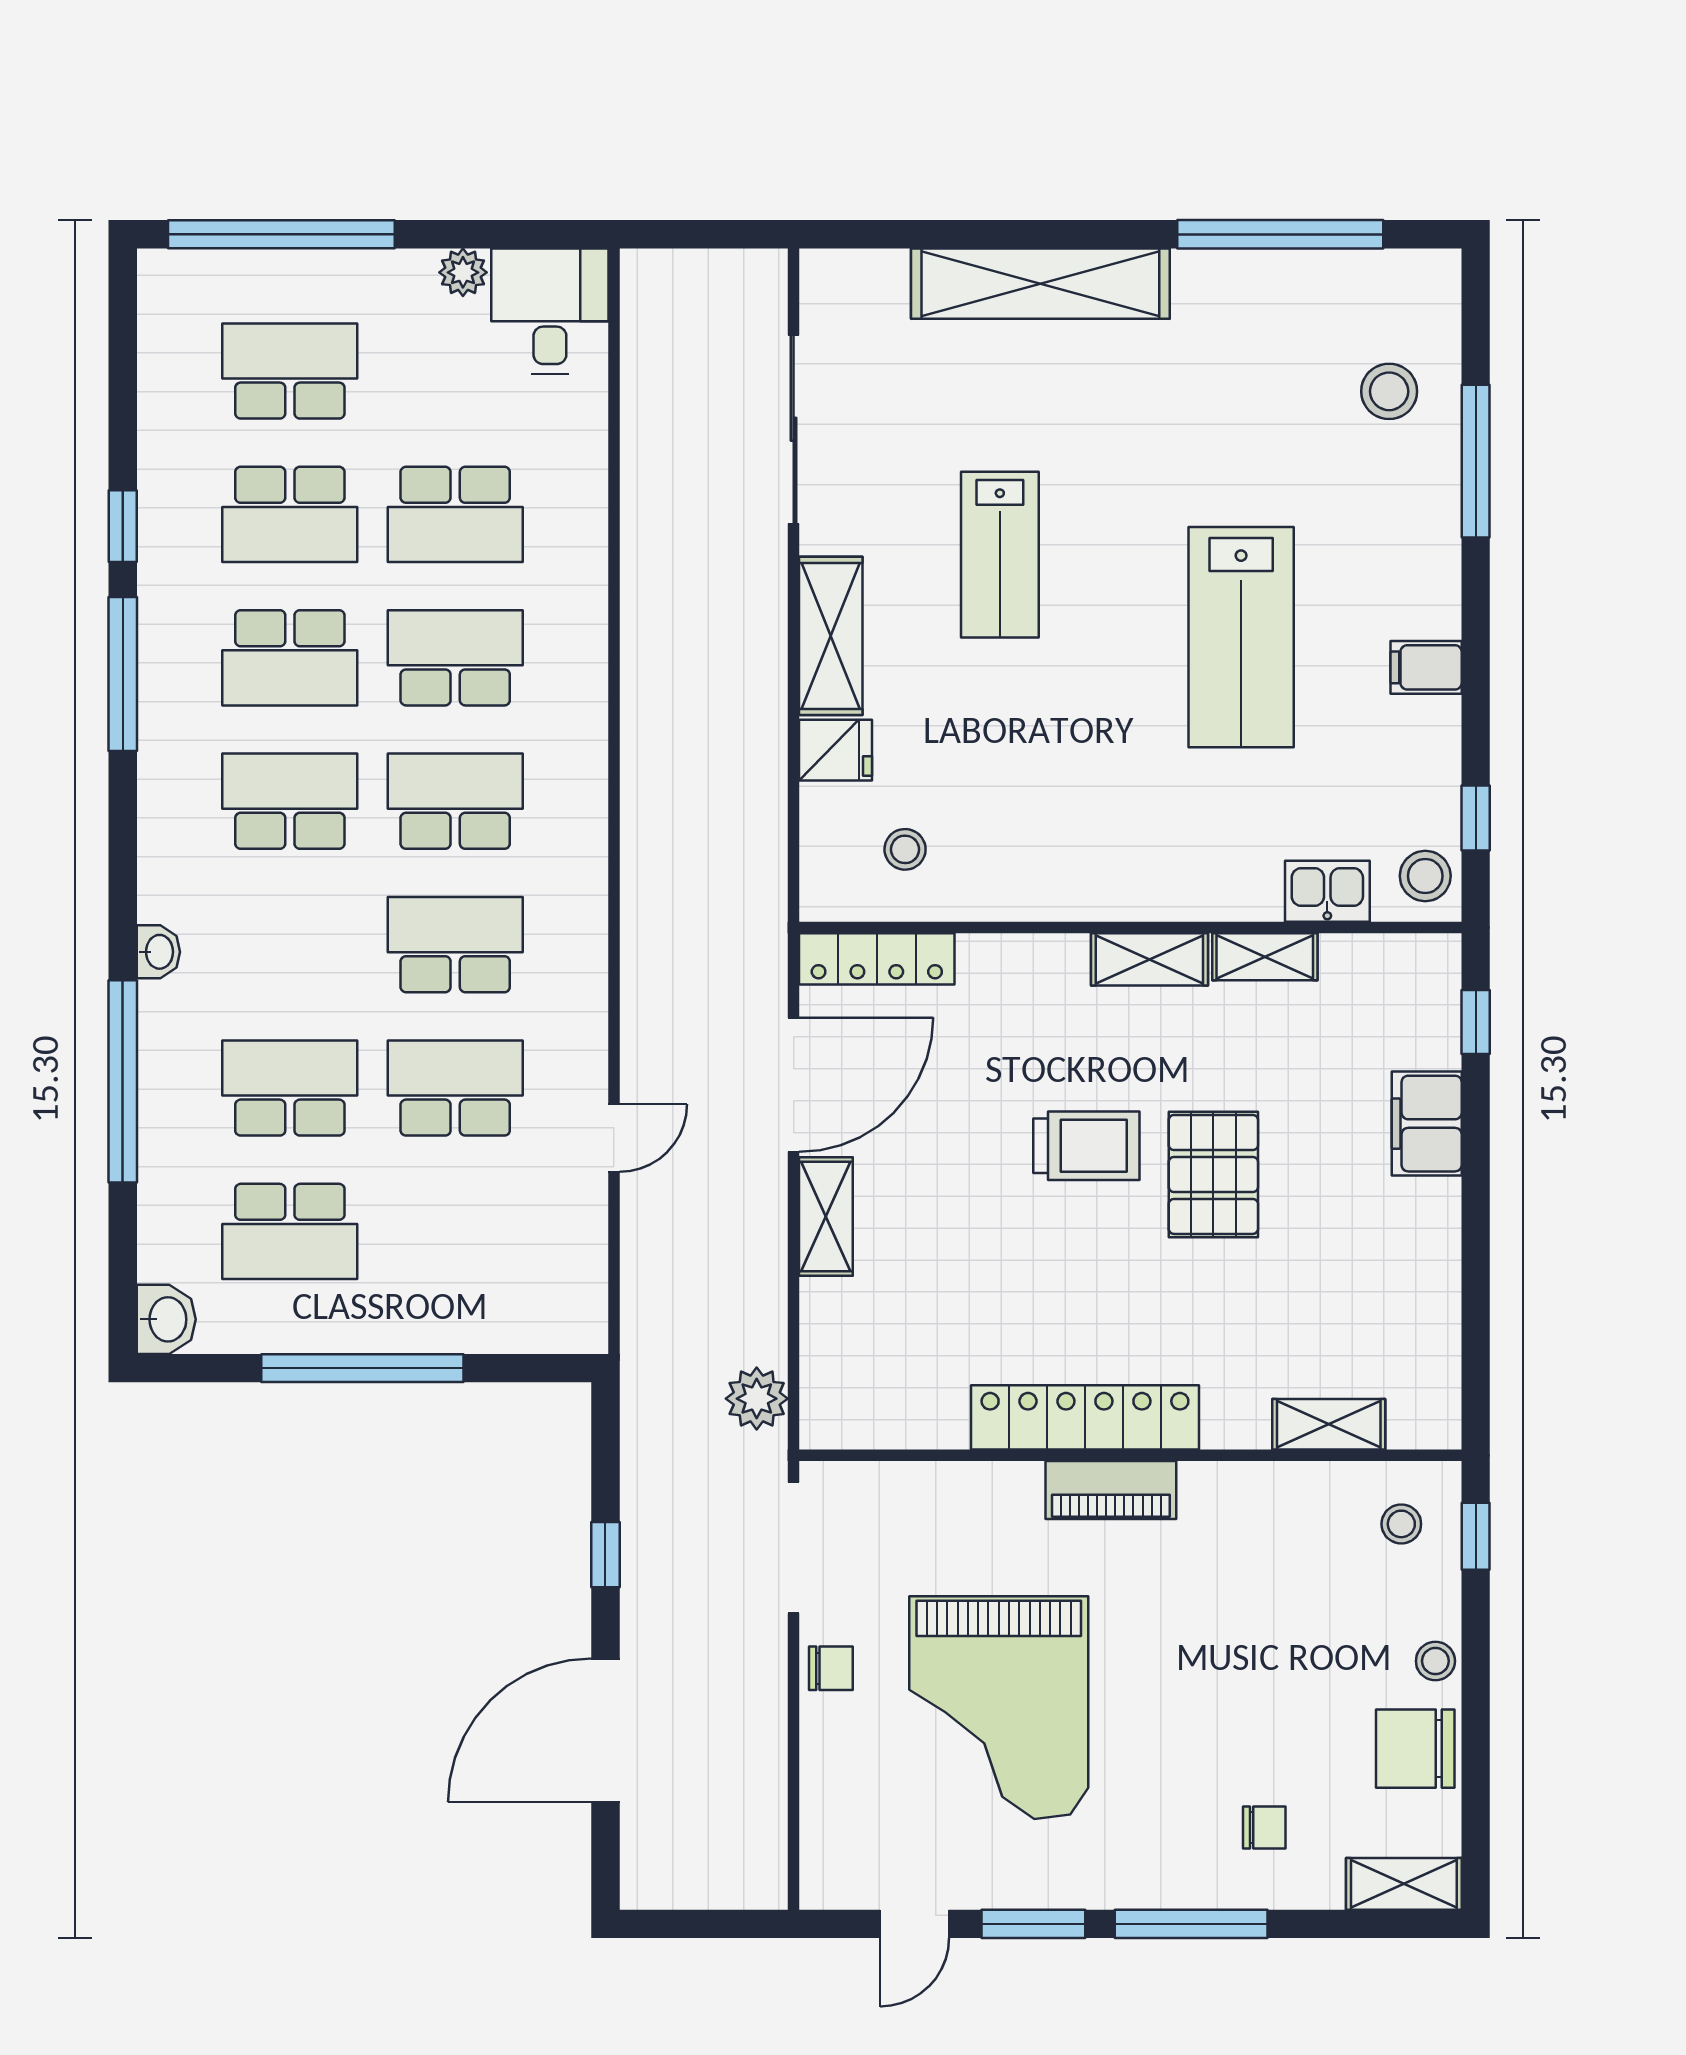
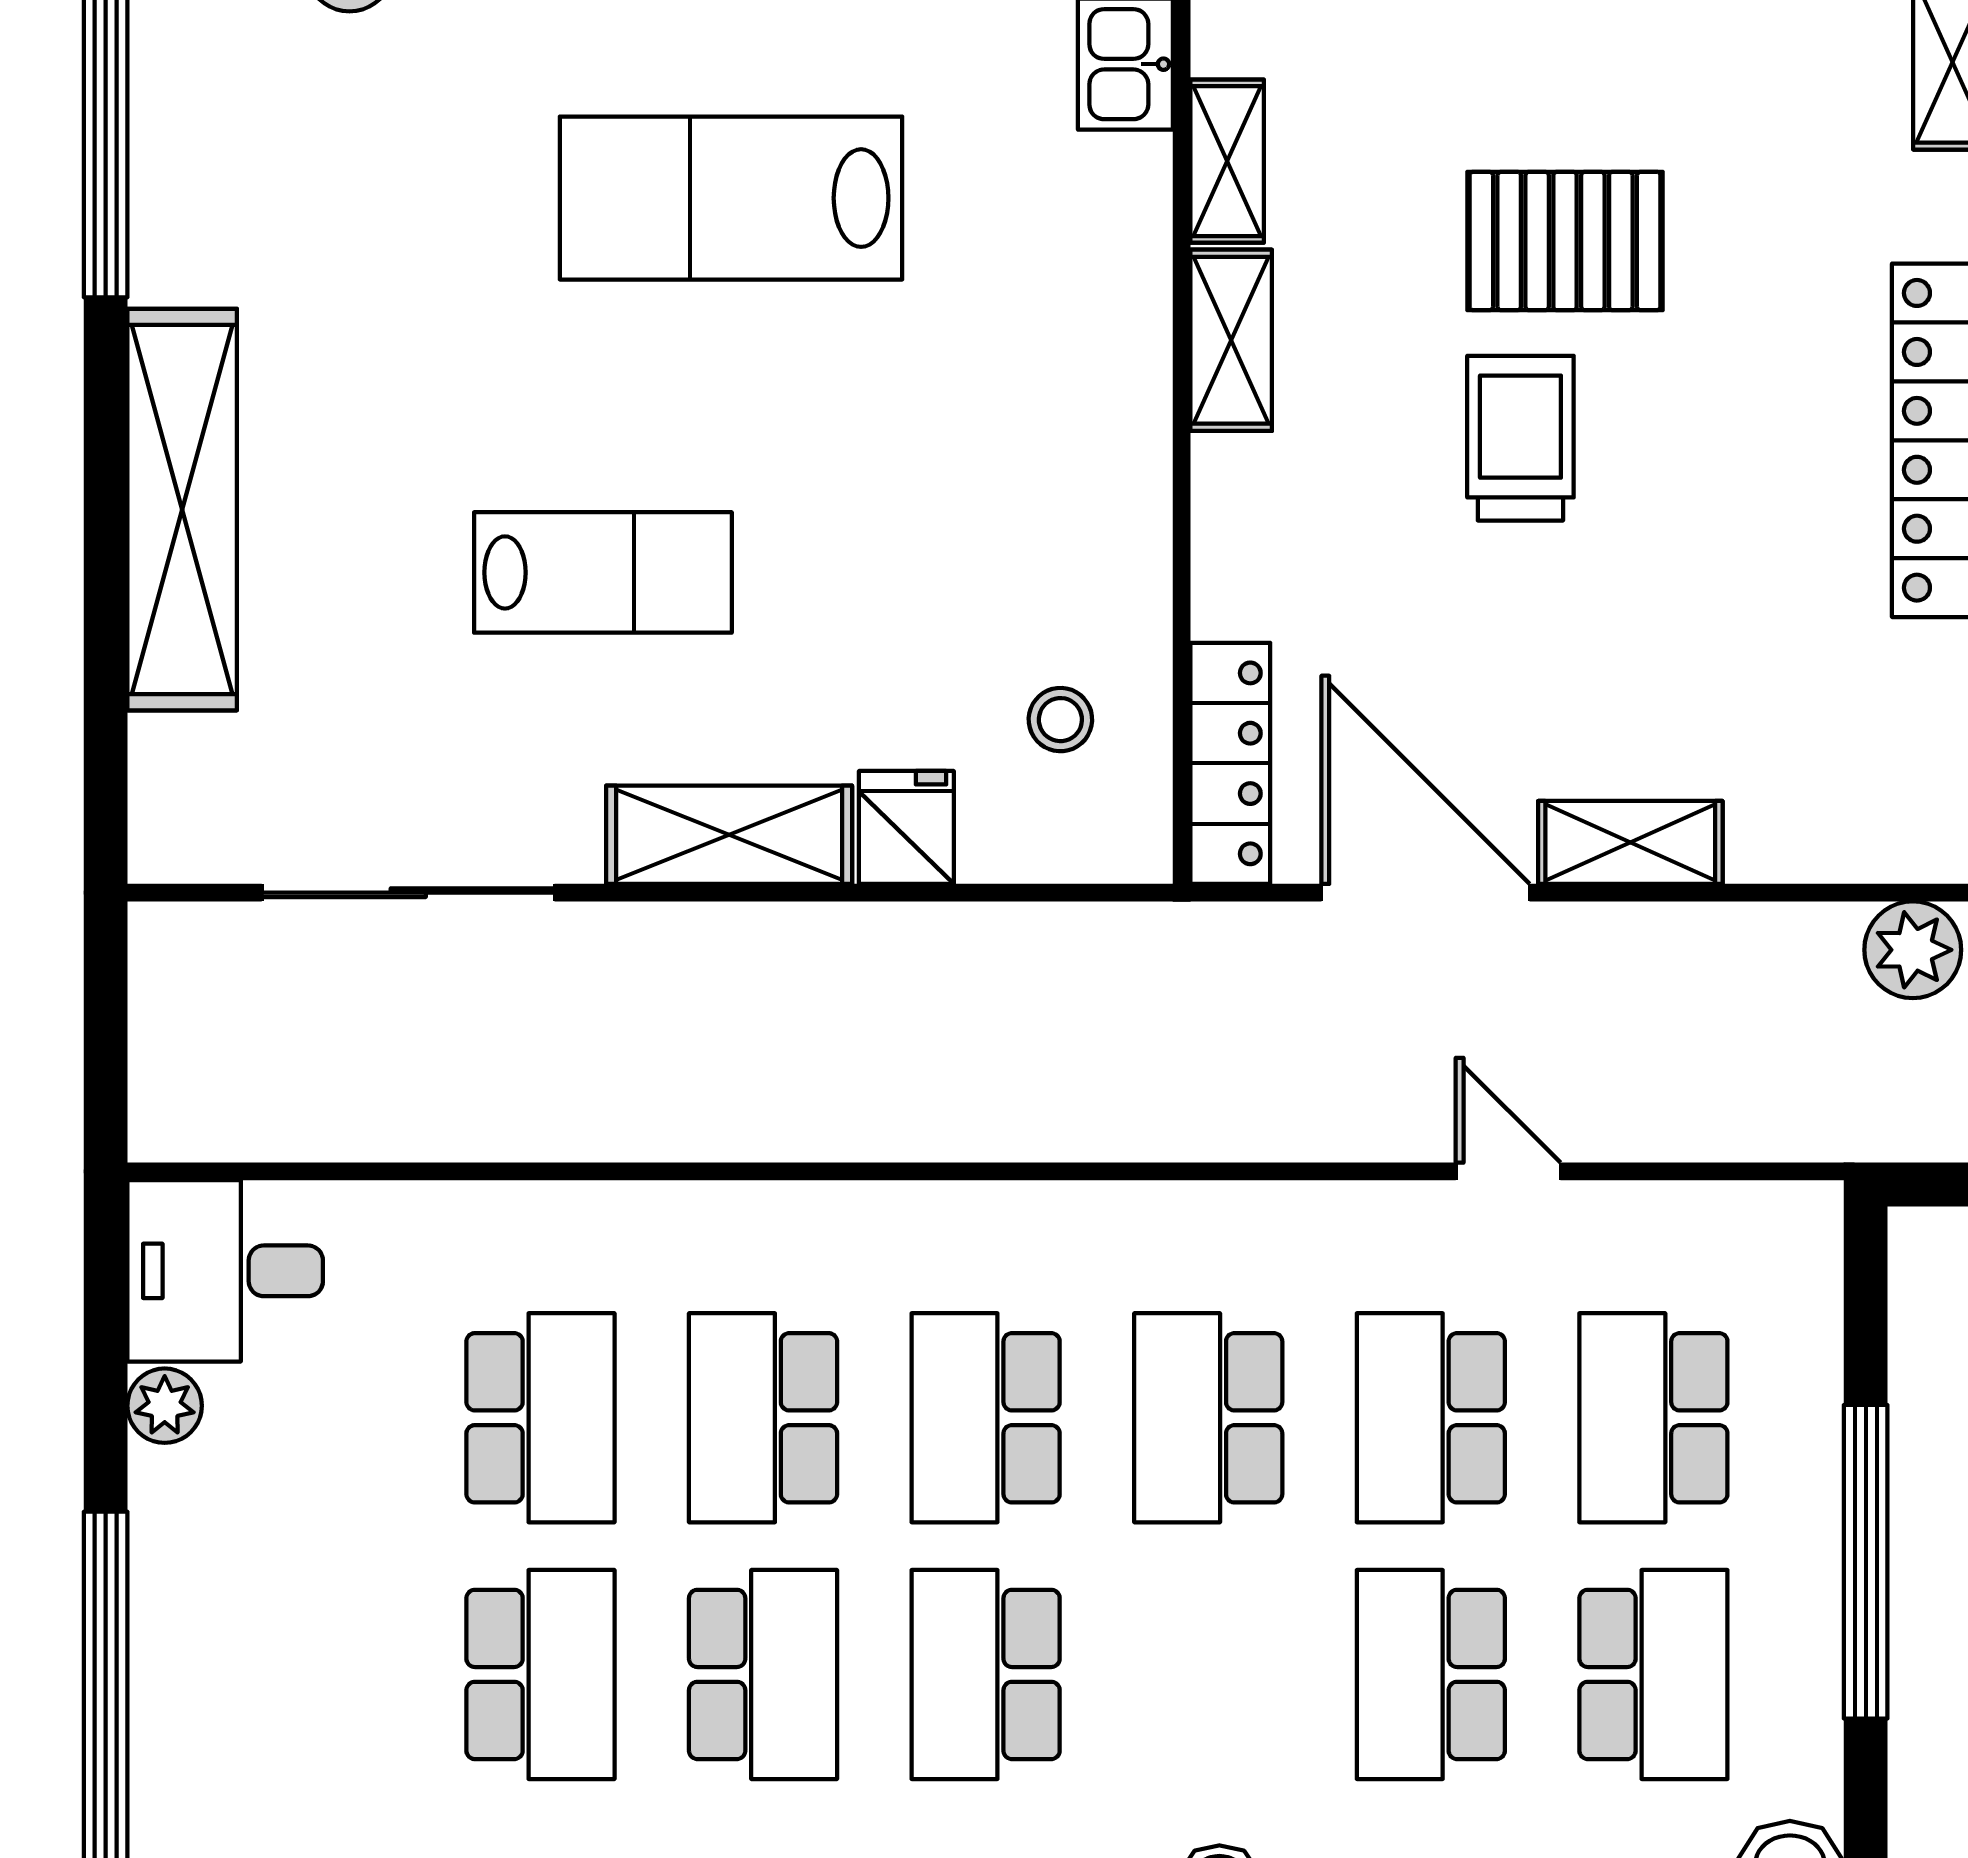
school desk: (290, 371) -> (1653, 1418), moved
lab bench: (1241, 637) -> (731, 198), turned 180

